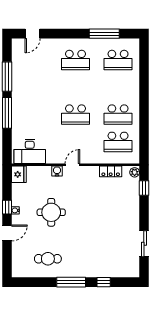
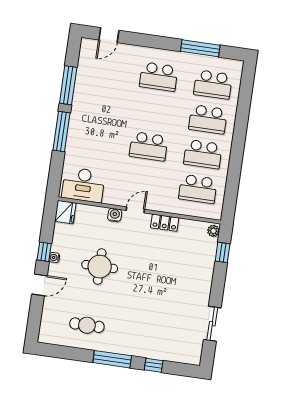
school desk: (118, 87) -> (208, 119), added
locker: (111, 171) -> (165, 223), moved

